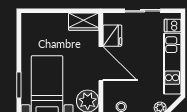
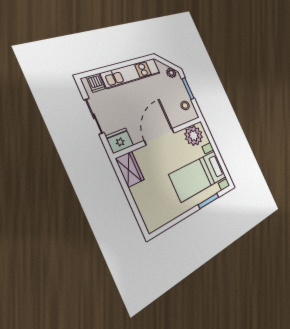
fridge: (112, 36) -> (120, 141), moved

